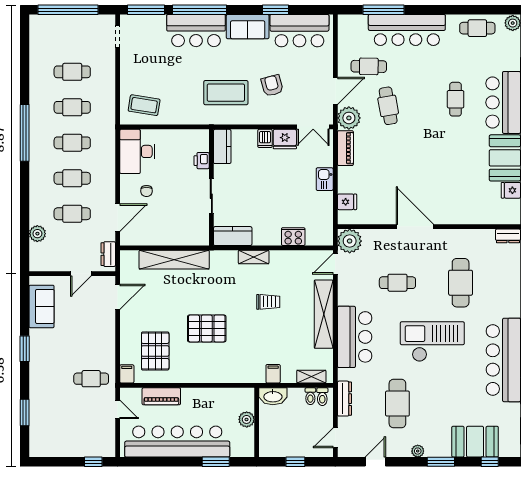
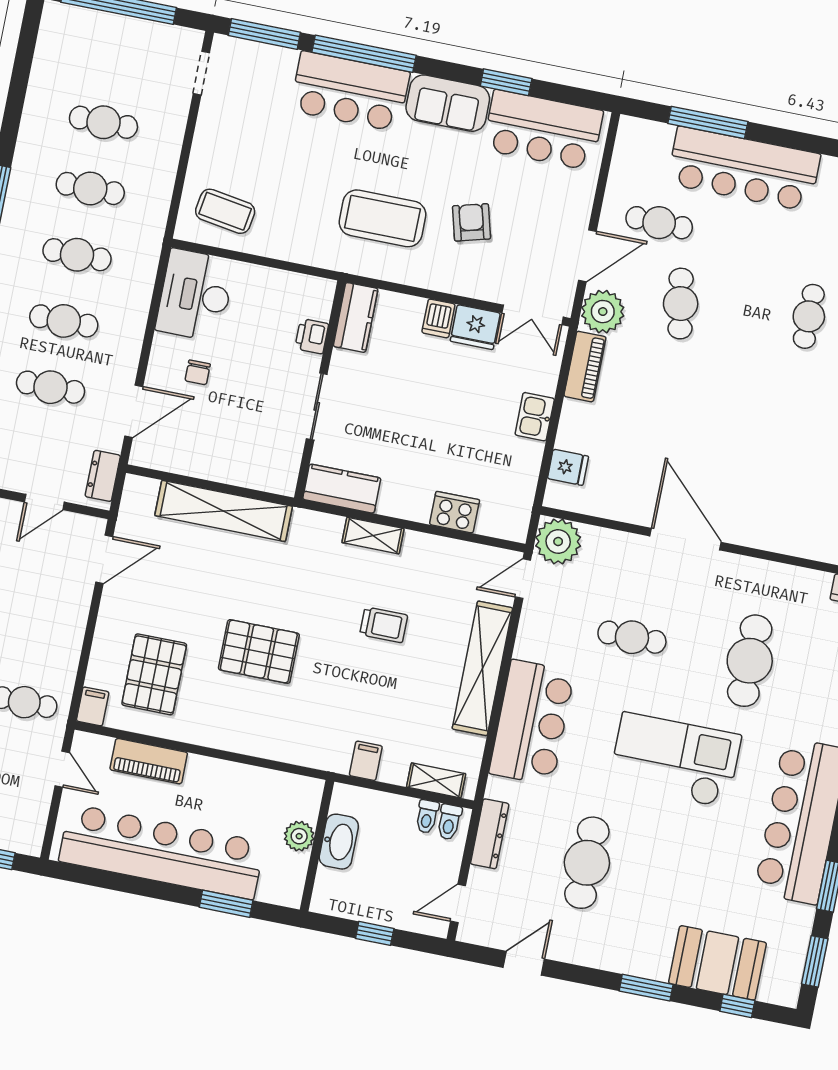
washbasin: (273, 396) -> (339, 842), moved, turned -90
plant: (418, 451) -> (607, 959), removed

